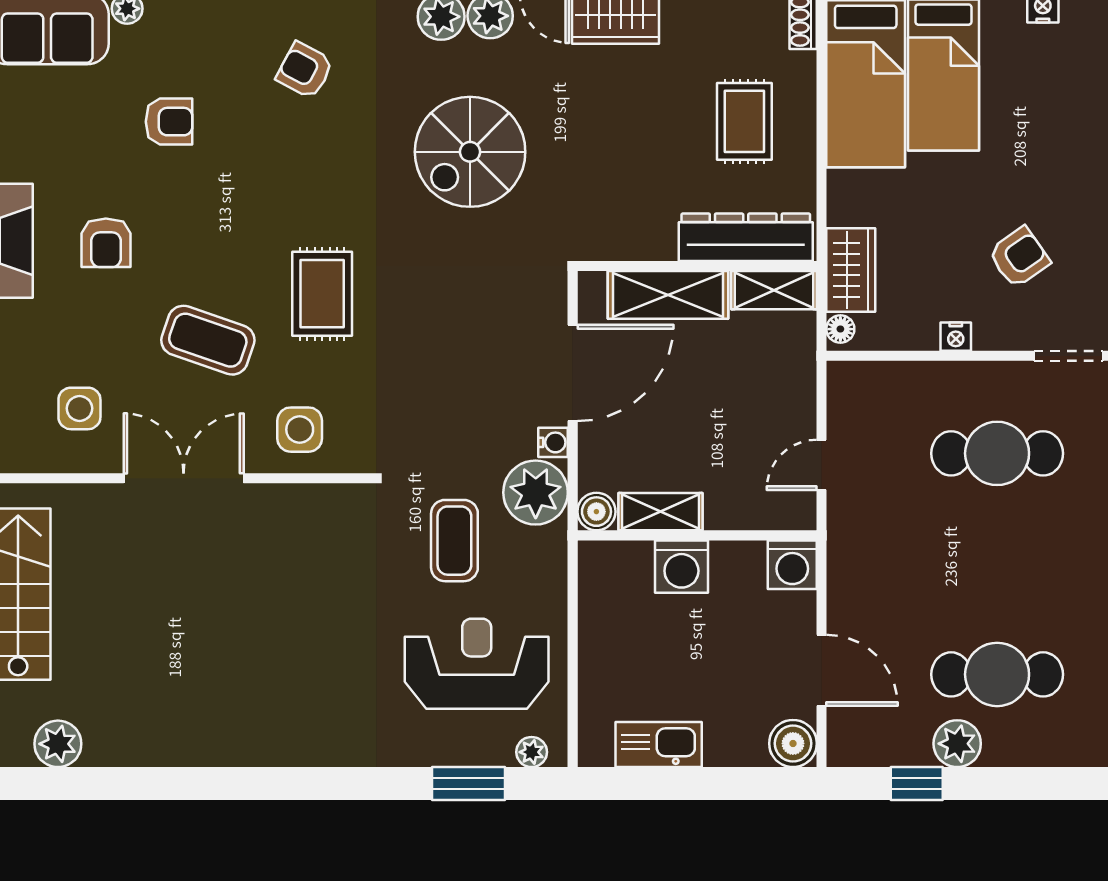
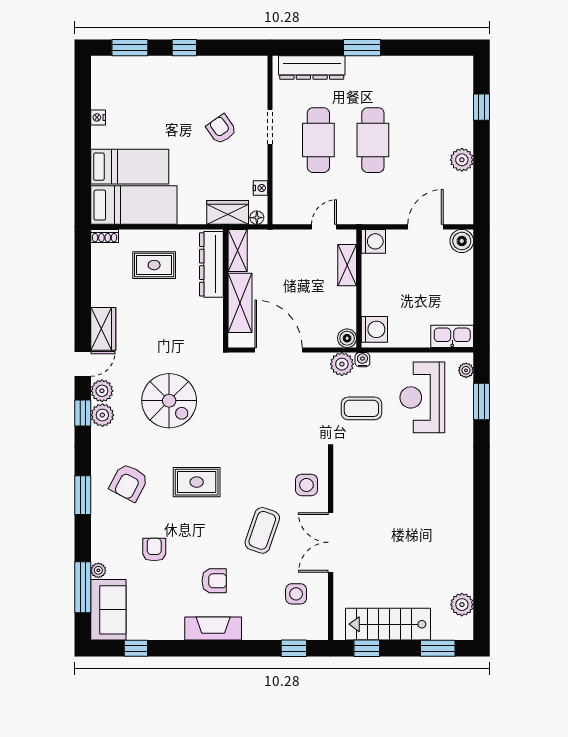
armchair: (305, 70) -> (129, 482), width x1.38, depth x1.38
rug: (322, 294) -> (197, 482), moved
nightstand: (956, 337) -> (261, 188), moved
doorway: (1069, 356) -> (270, 127), moved
water cooler: (553, 442) -> (362, 360), moved
door: (822, 465) -> (324, 227), swing flipped
plant: (536, 493) -> (342, 364), width x0.73, depth x0.73
shelving: (661, 512) -> (347, 265), moved
washing machine: (681, 567) -> (374, 329), moved
cafe table: (997, 674) -> (373, 140), moved
kitchen sink: (659, 745) -> (452, 336), moved, turned 90
window: (917, 784) -> (482, 107), moved

